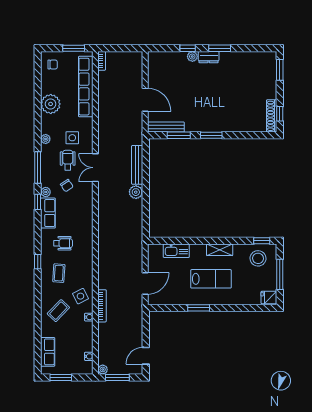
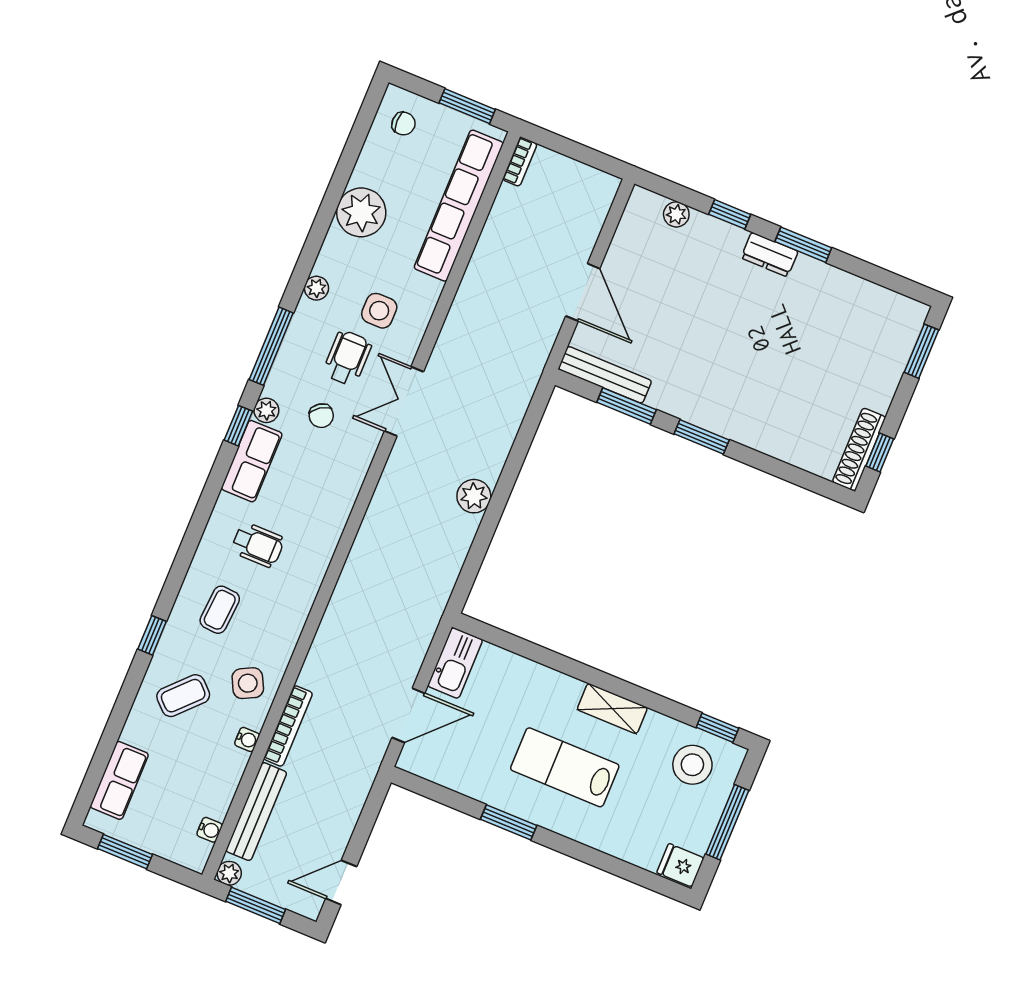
plant: (192, 57) -> (676, 214), moved
bench: (137, 165) -> (256, 812), moved
kitchen sink: (176, 251) -> (455, 663), moved, turned -90
window: (38, 262) -> (152, 635), moved
lab bench: (211, 279) -> (565, 767), turned 180

